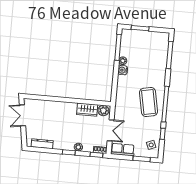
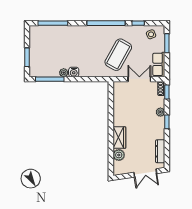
coffee table: (148, 102) -> (118, 55), moved, turned -50
wardrobe: (87, 110) -> (119, 138), moved
plant: (103, 111) -> (119, 155), moved
double door: (22, 115) -> (145, 173), moved

